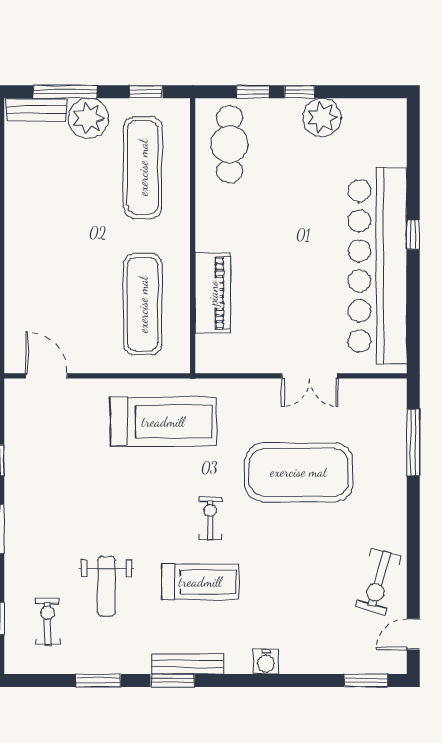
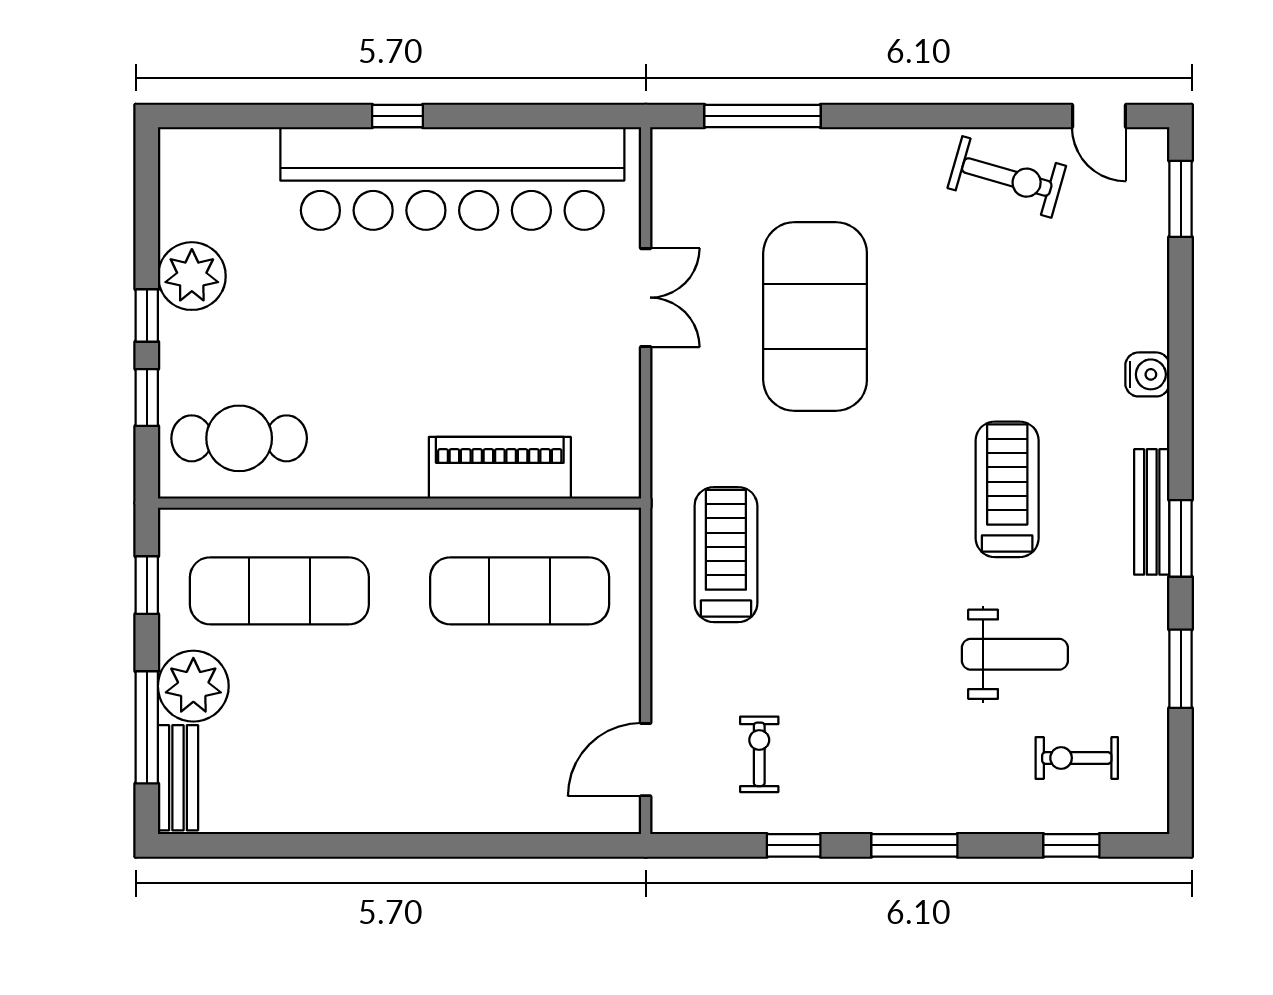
treadmill: (163, 422) -> (726, 555), width x0.73, depth x0.73
exercise bike: (210, 518) -> (759, 754), moved, turned 90

